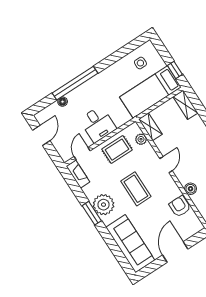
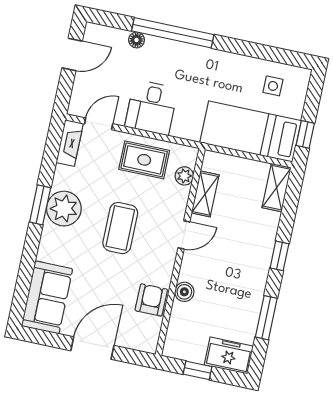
shelving: (150, 127) -> (205, 194), moved
sofa: (130, 244) -> (47, 297), width x0.73

